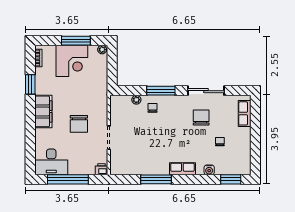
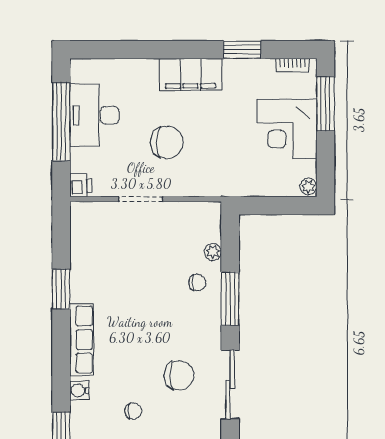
window: (76, 41) -> (325, 104), moved
chair: (79, 124) -> (167, 142), turned 180
desk: (51, 162) -> (94, 115), moved
row of seats: (182, 169) -> (81, 340), width x1.48
window: (156, 179) -> (61, 289), width x0.69

